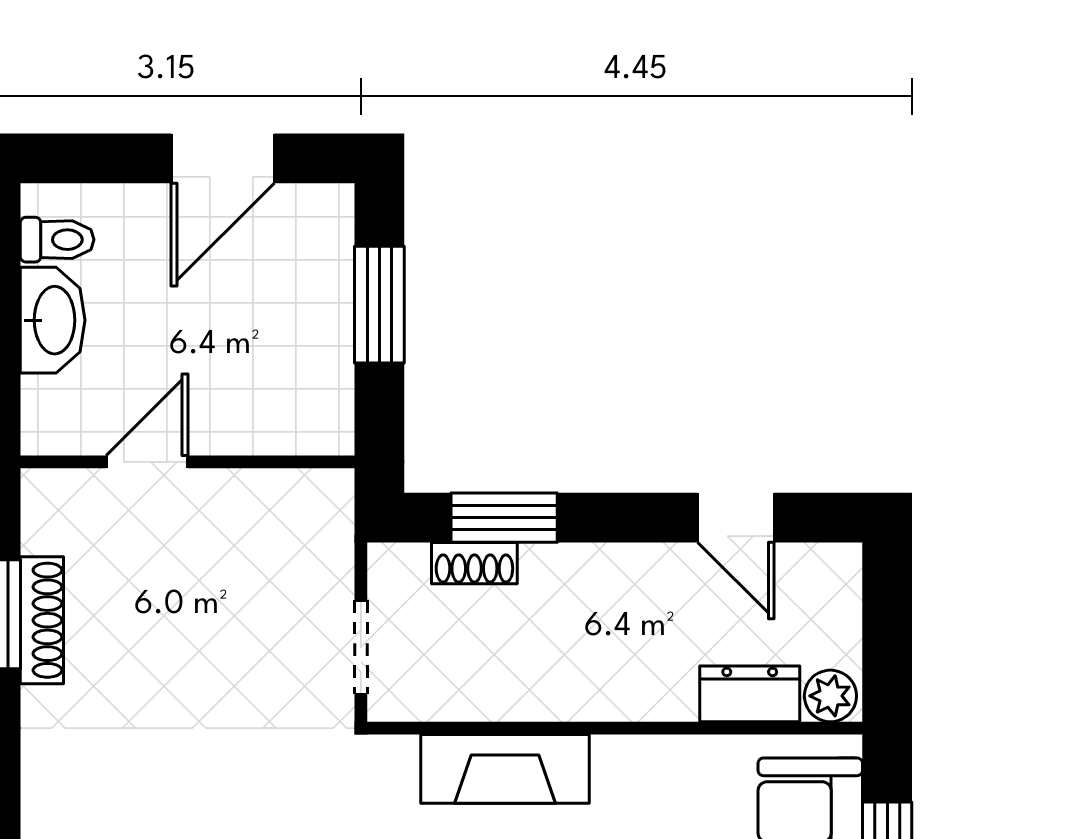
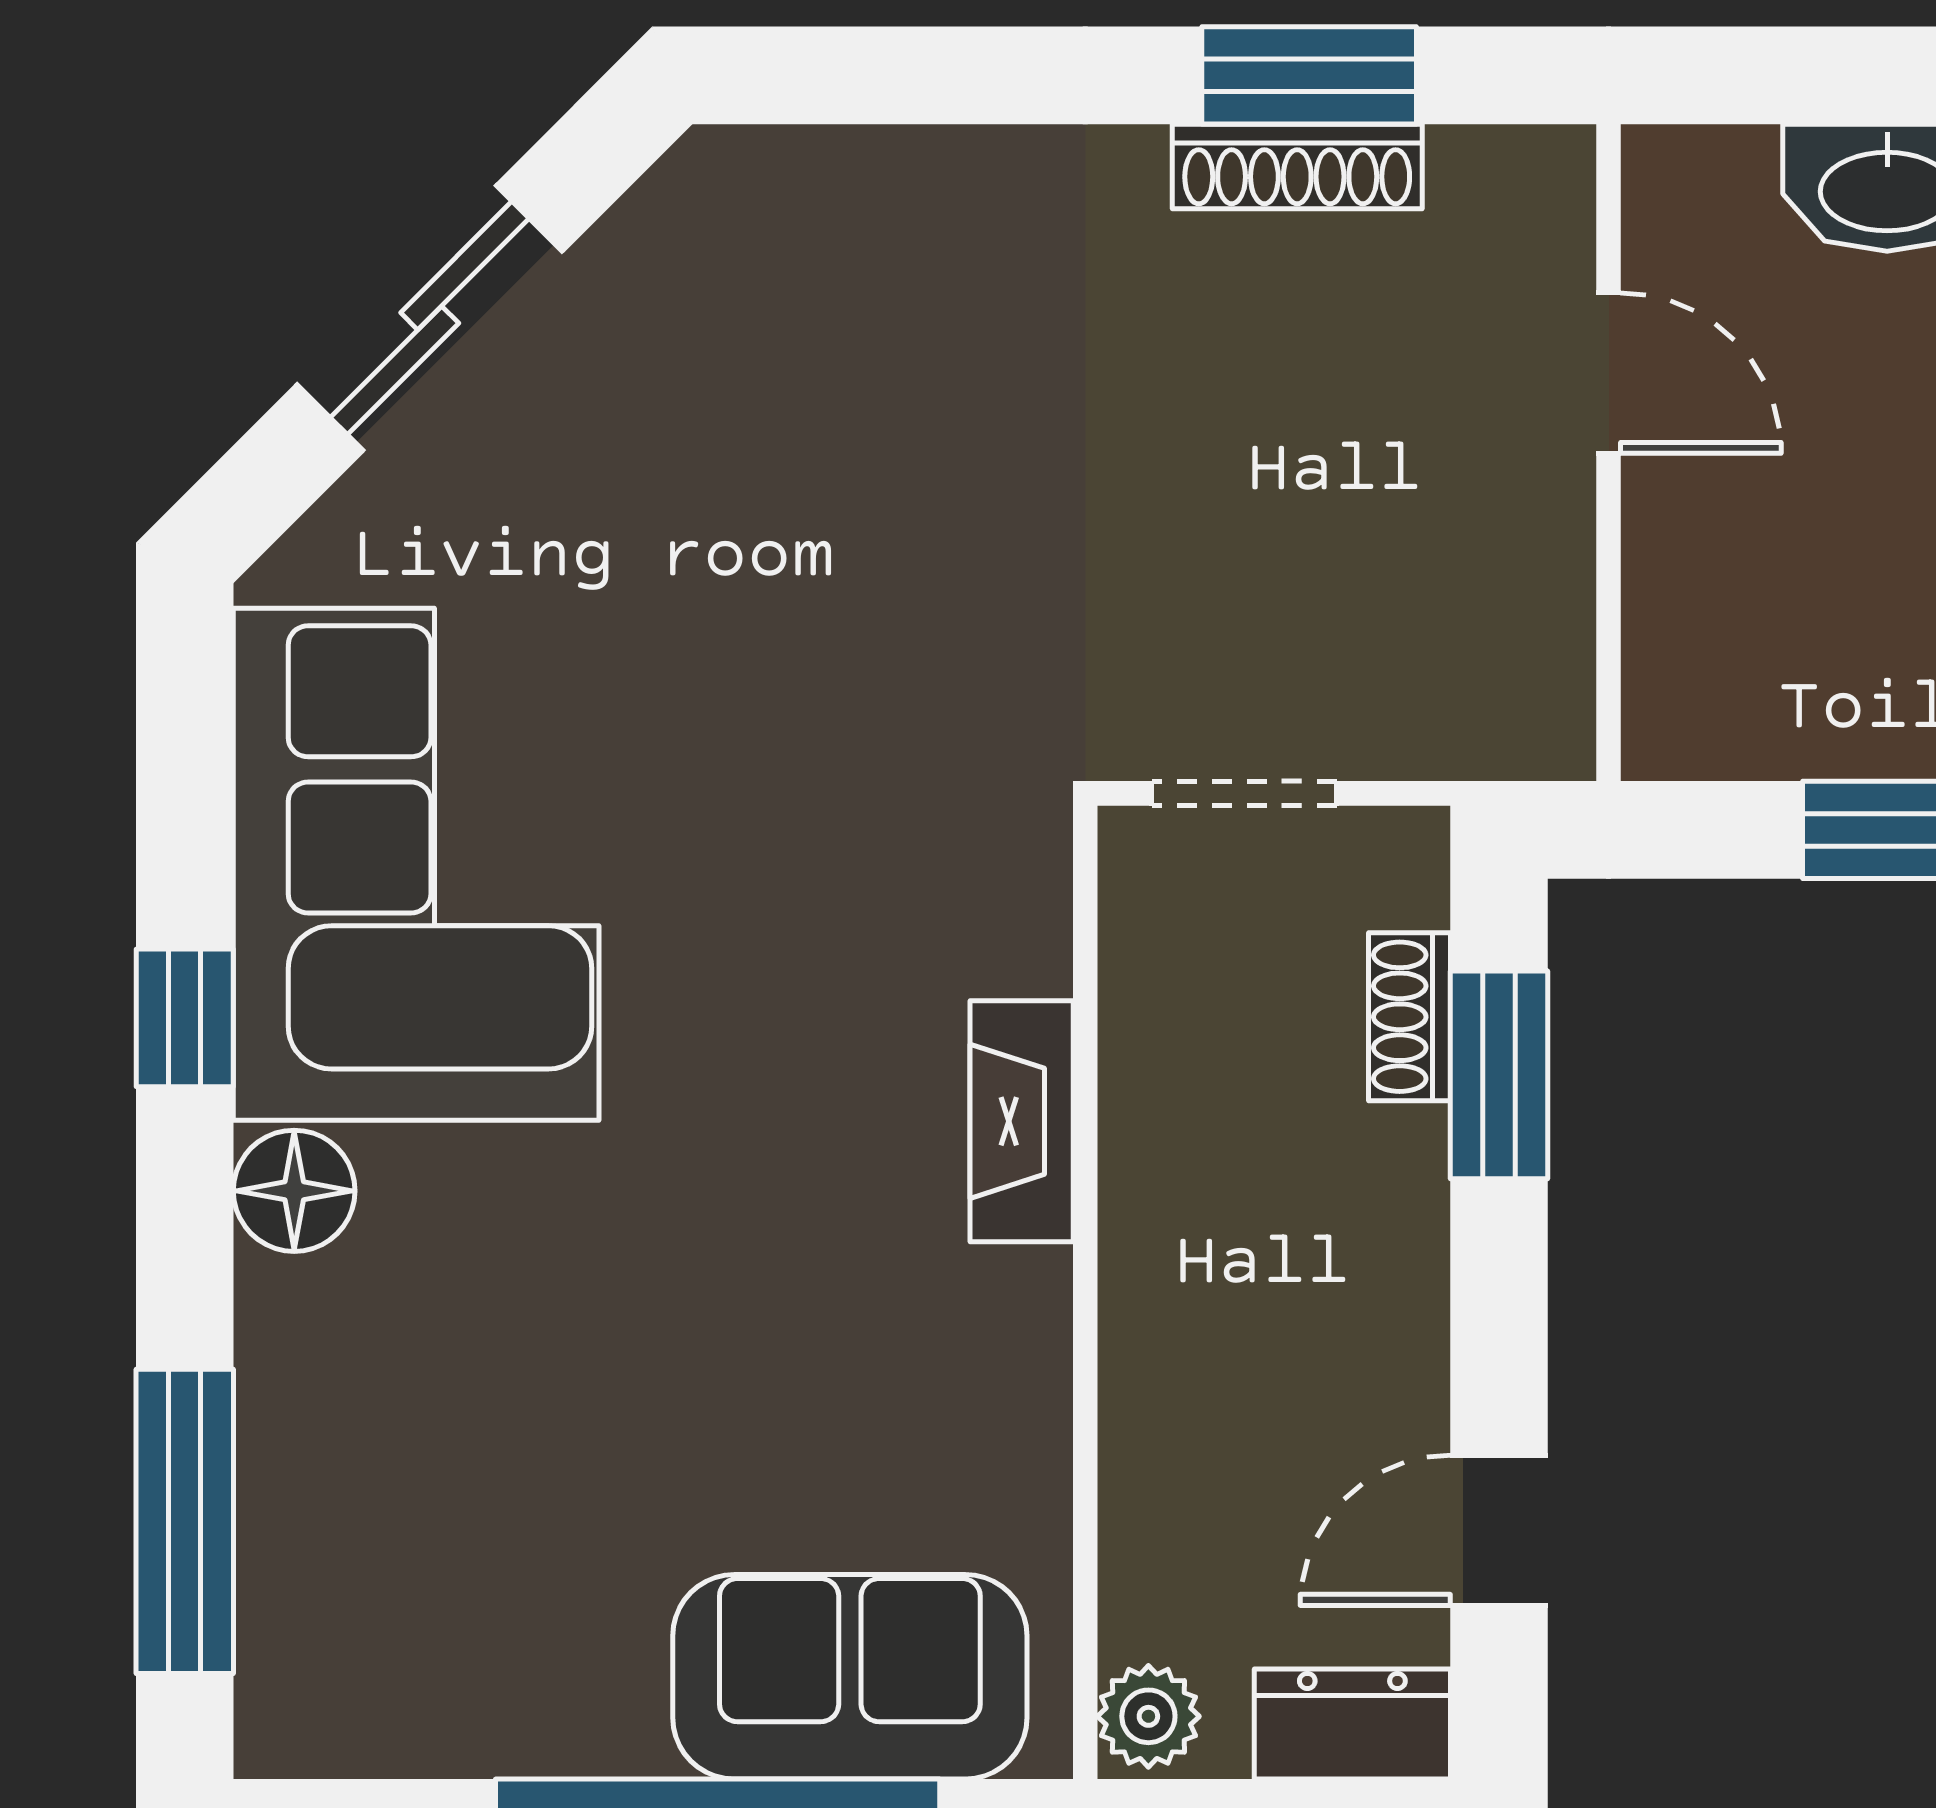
dresser: (750, 694) -> (1352, 1724), moved, turned -90
fireplace: (505, 769) -> (1022, 1121), width x0.73, depth x0.76

